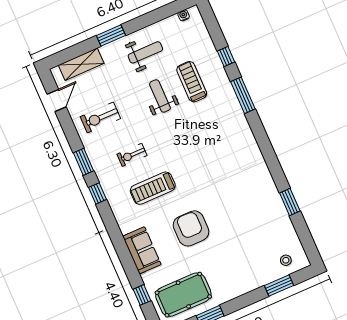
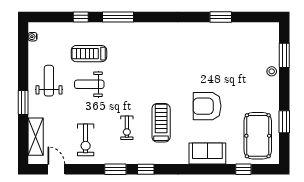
treadmill: (153, 188) -> (161, 123), turned 180
stool: (286, 260) -> (272, 71), moved

